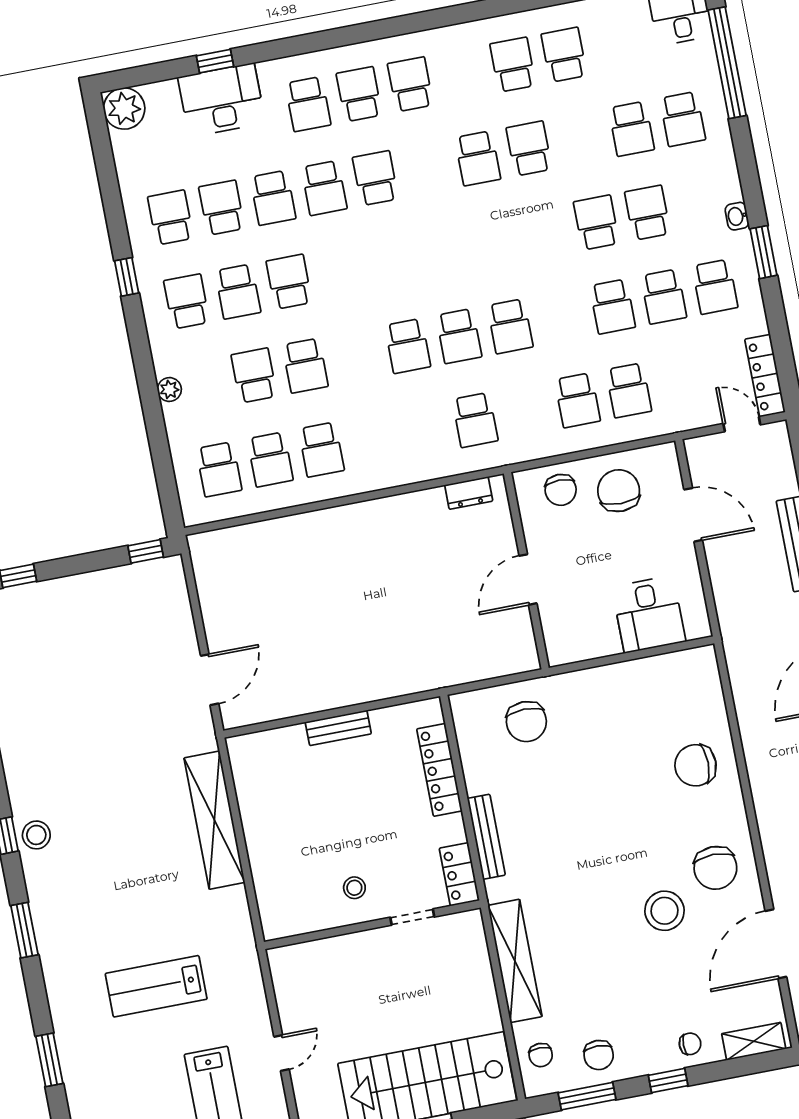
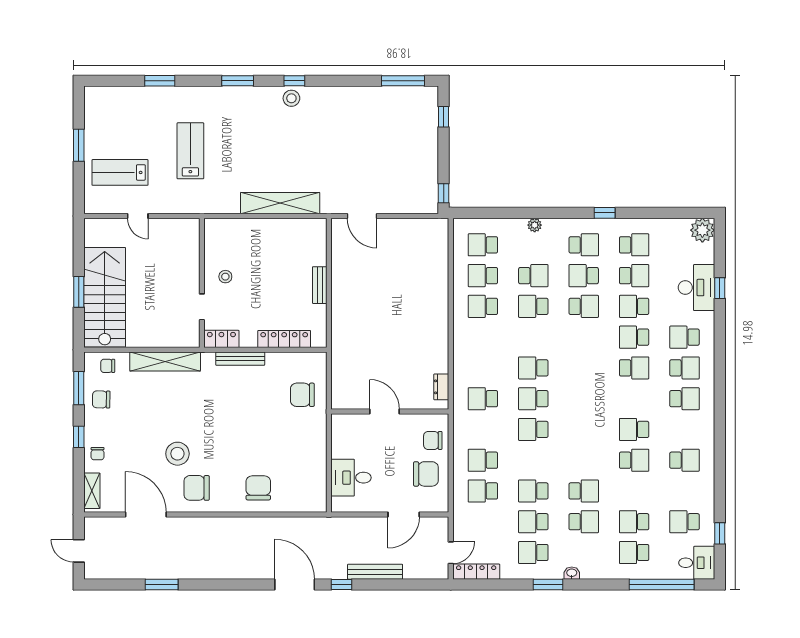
school desk: (564, 55) -> (685, 522), moved, turned 180

